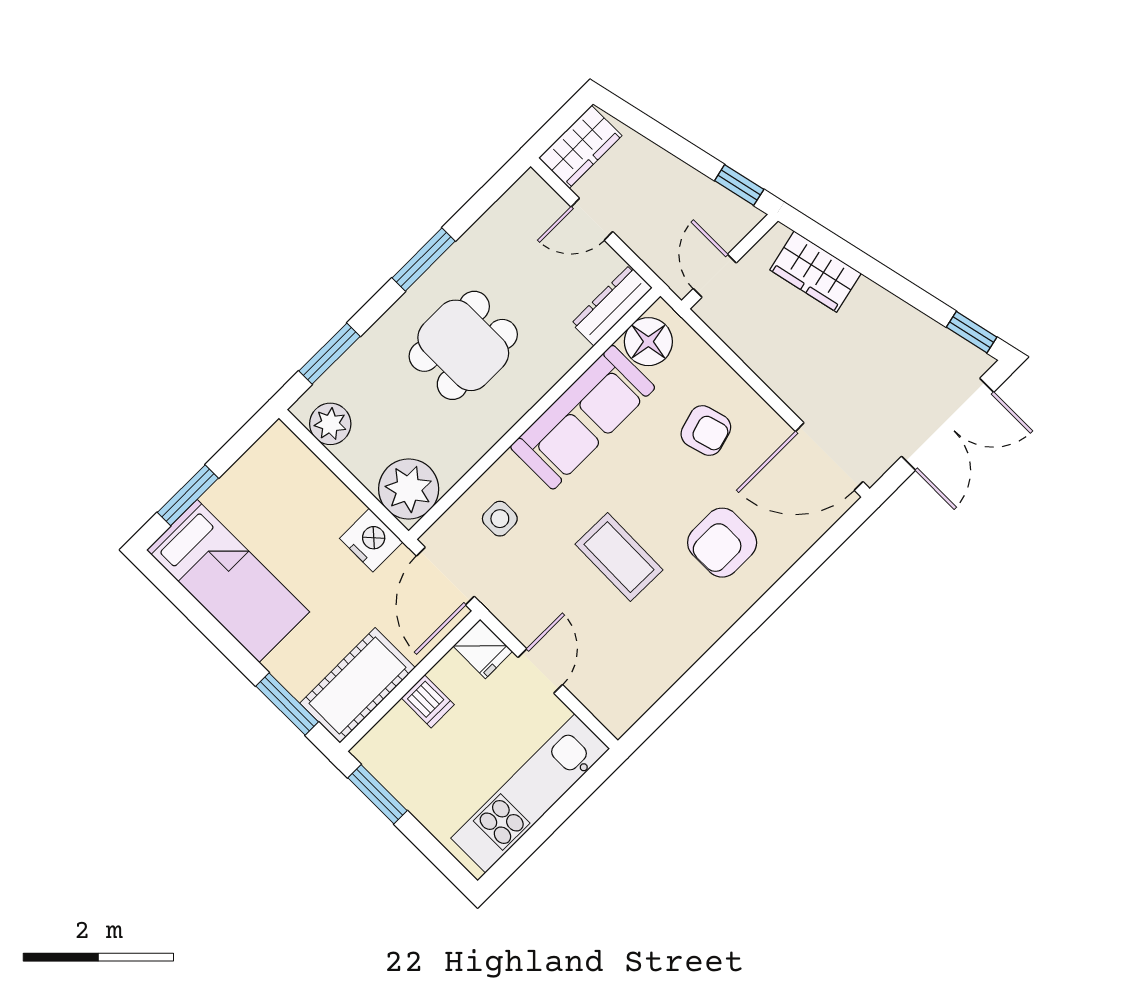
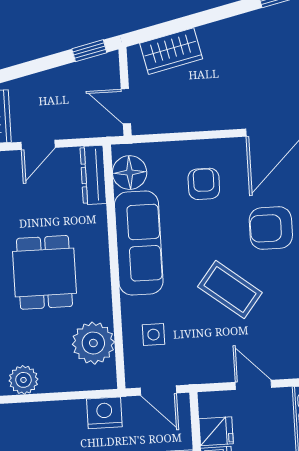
armchair: (706, 431) -> (204, 184), turned -74
plant: (409, 489) -> (93, 343), moved
armchair: (722, 543) -> (271, 228), turned 90
coffee table: (619, 557) -> (230, 290), turned 37
door: (445, 576) -> (158, 391), width x0.73
fridge: (483, 649) -> (216, 431), moved

